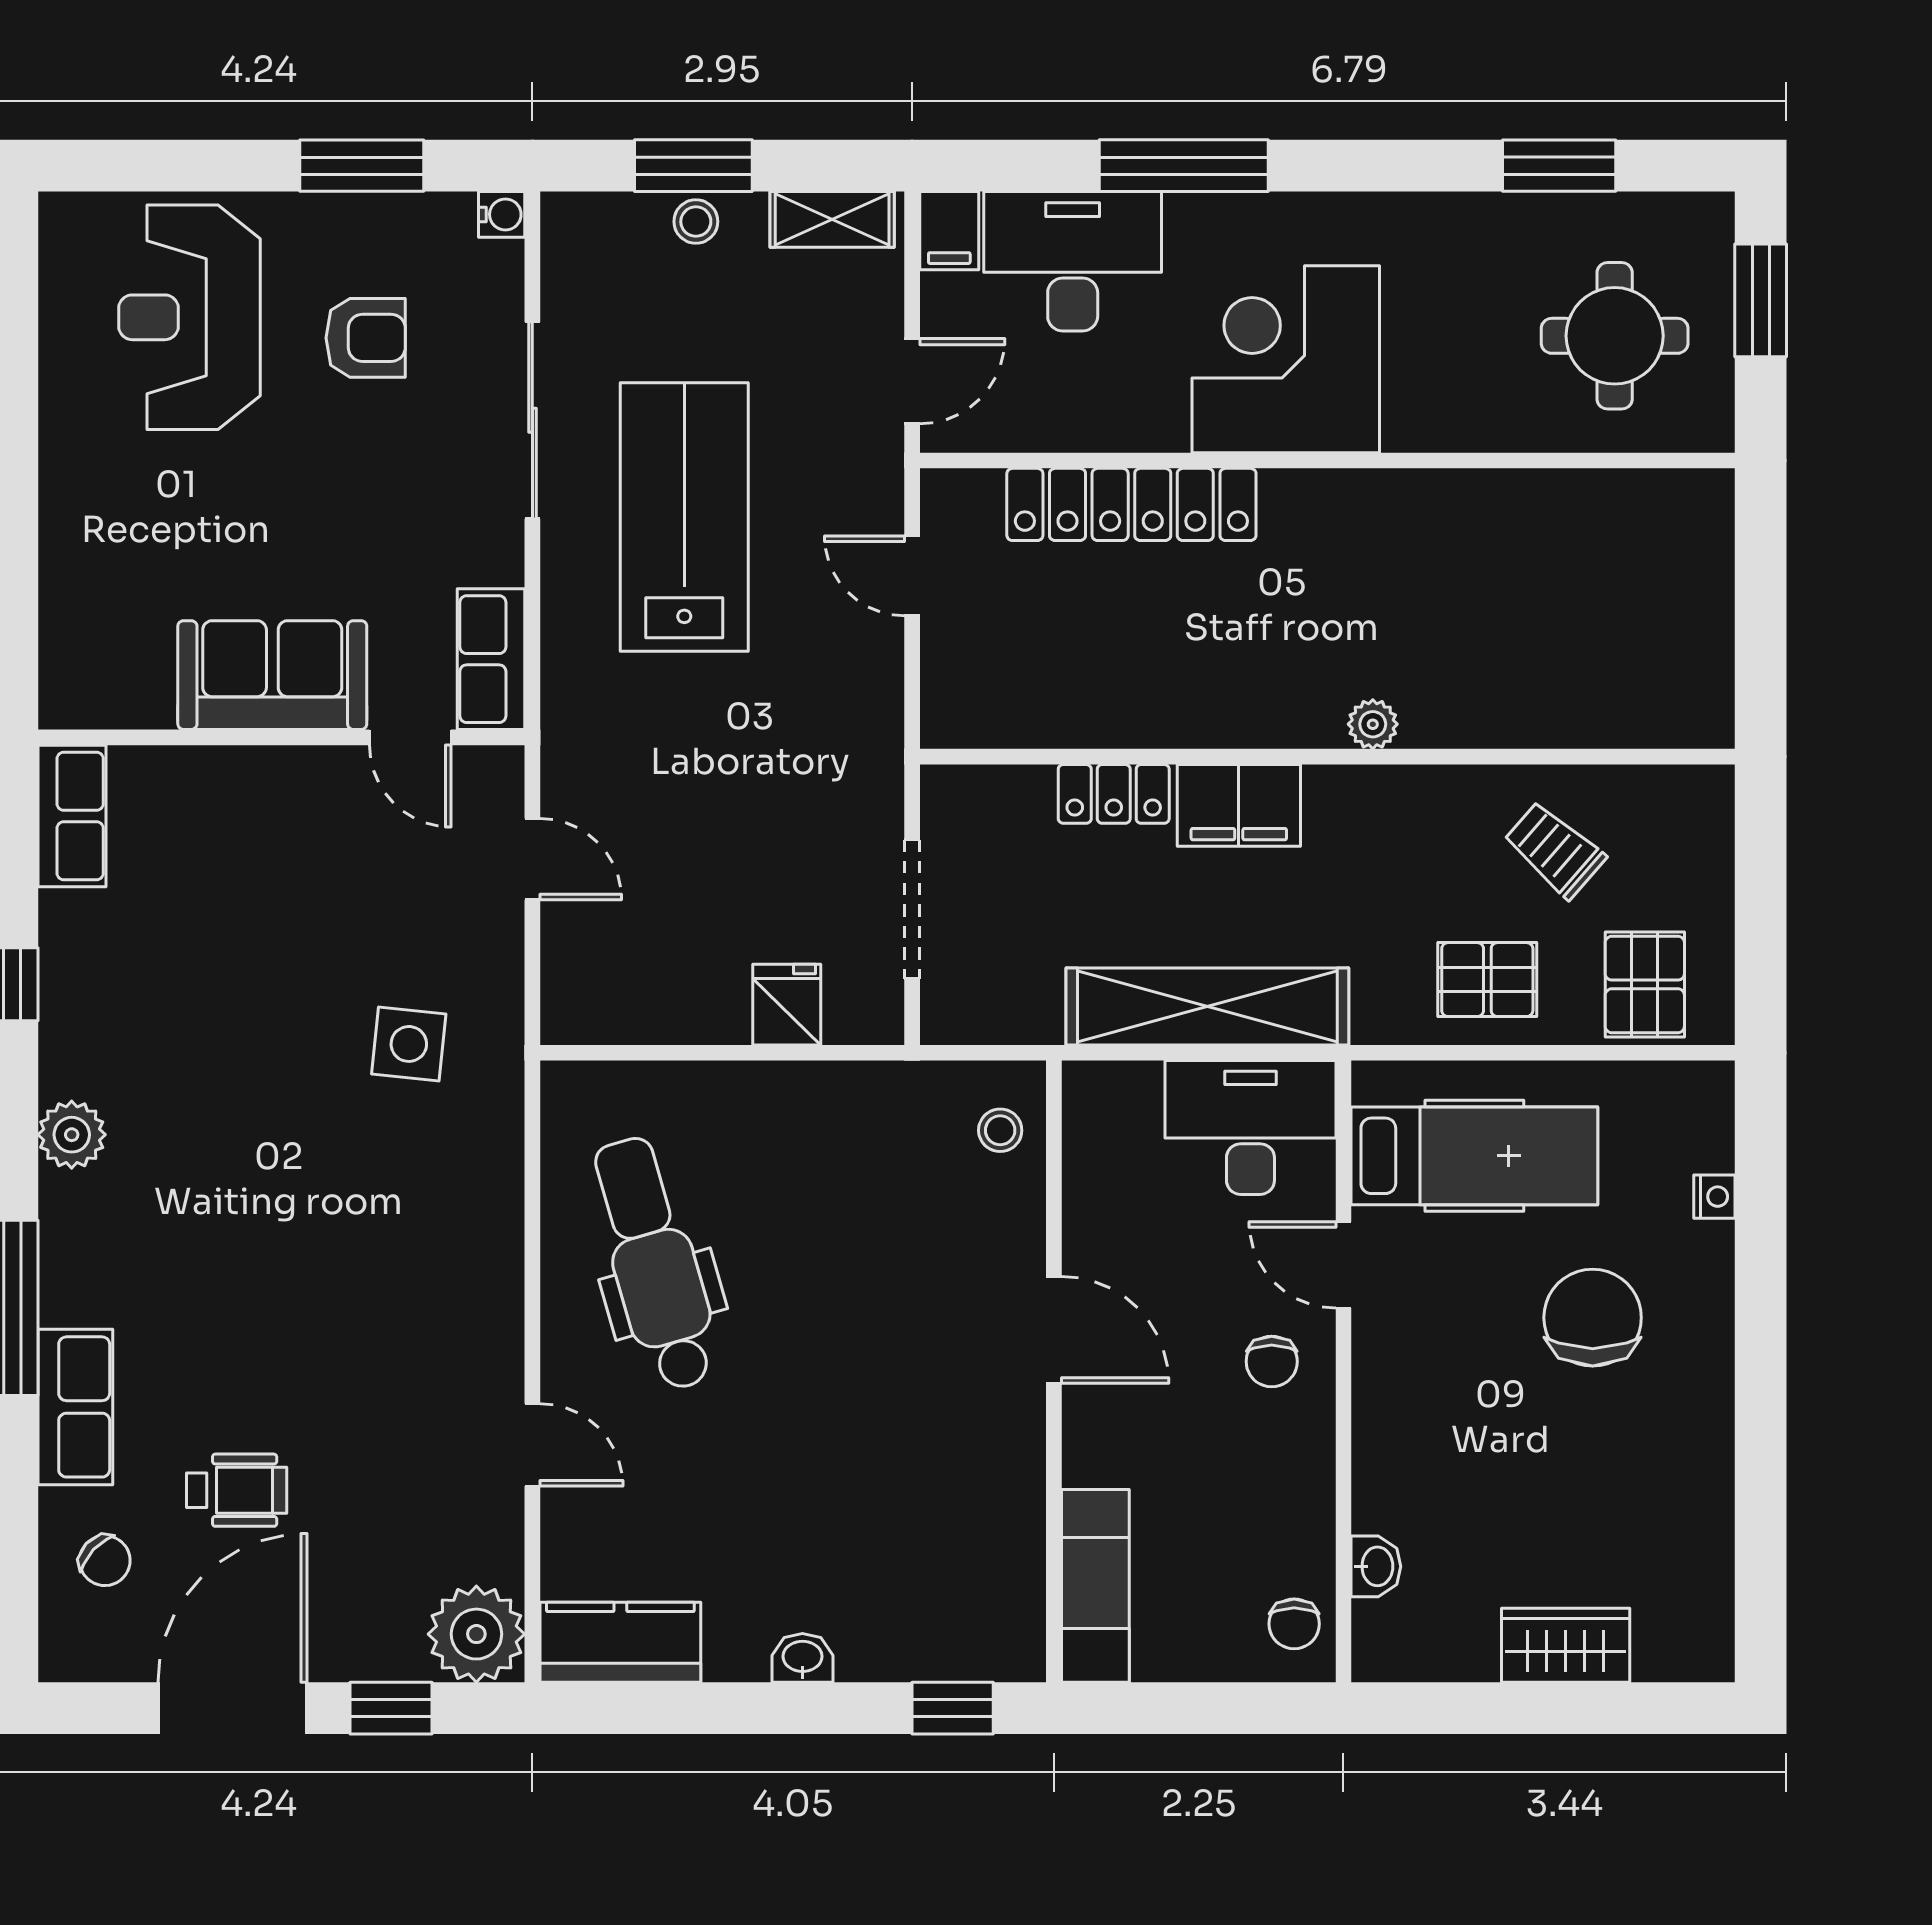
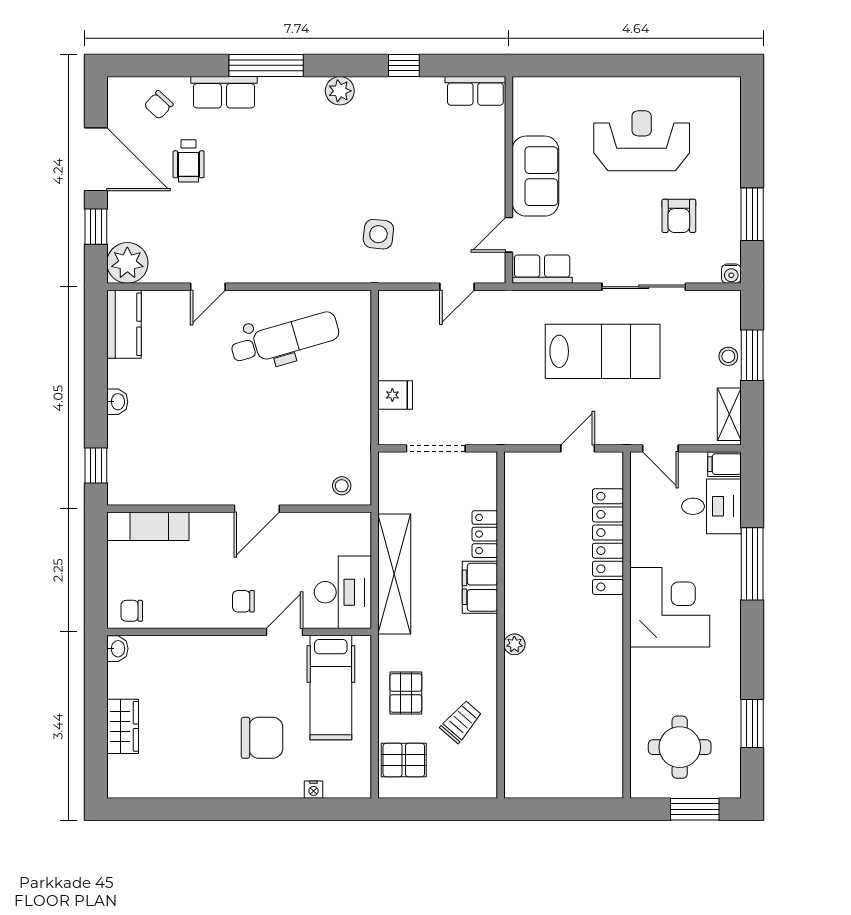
desk: (1073, 261) -> (711, 506), width x0.73
reception desk: (189, 317) -> (642, 141), moved
washbasin: (1376, 1566) -> (117, 649), moved, turned -90

